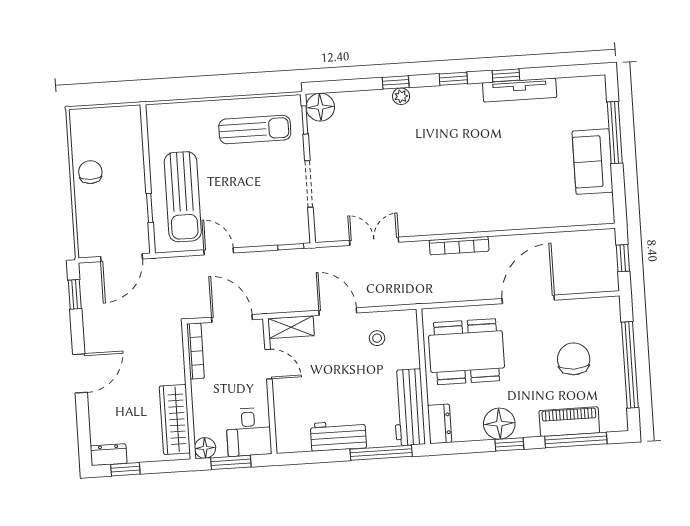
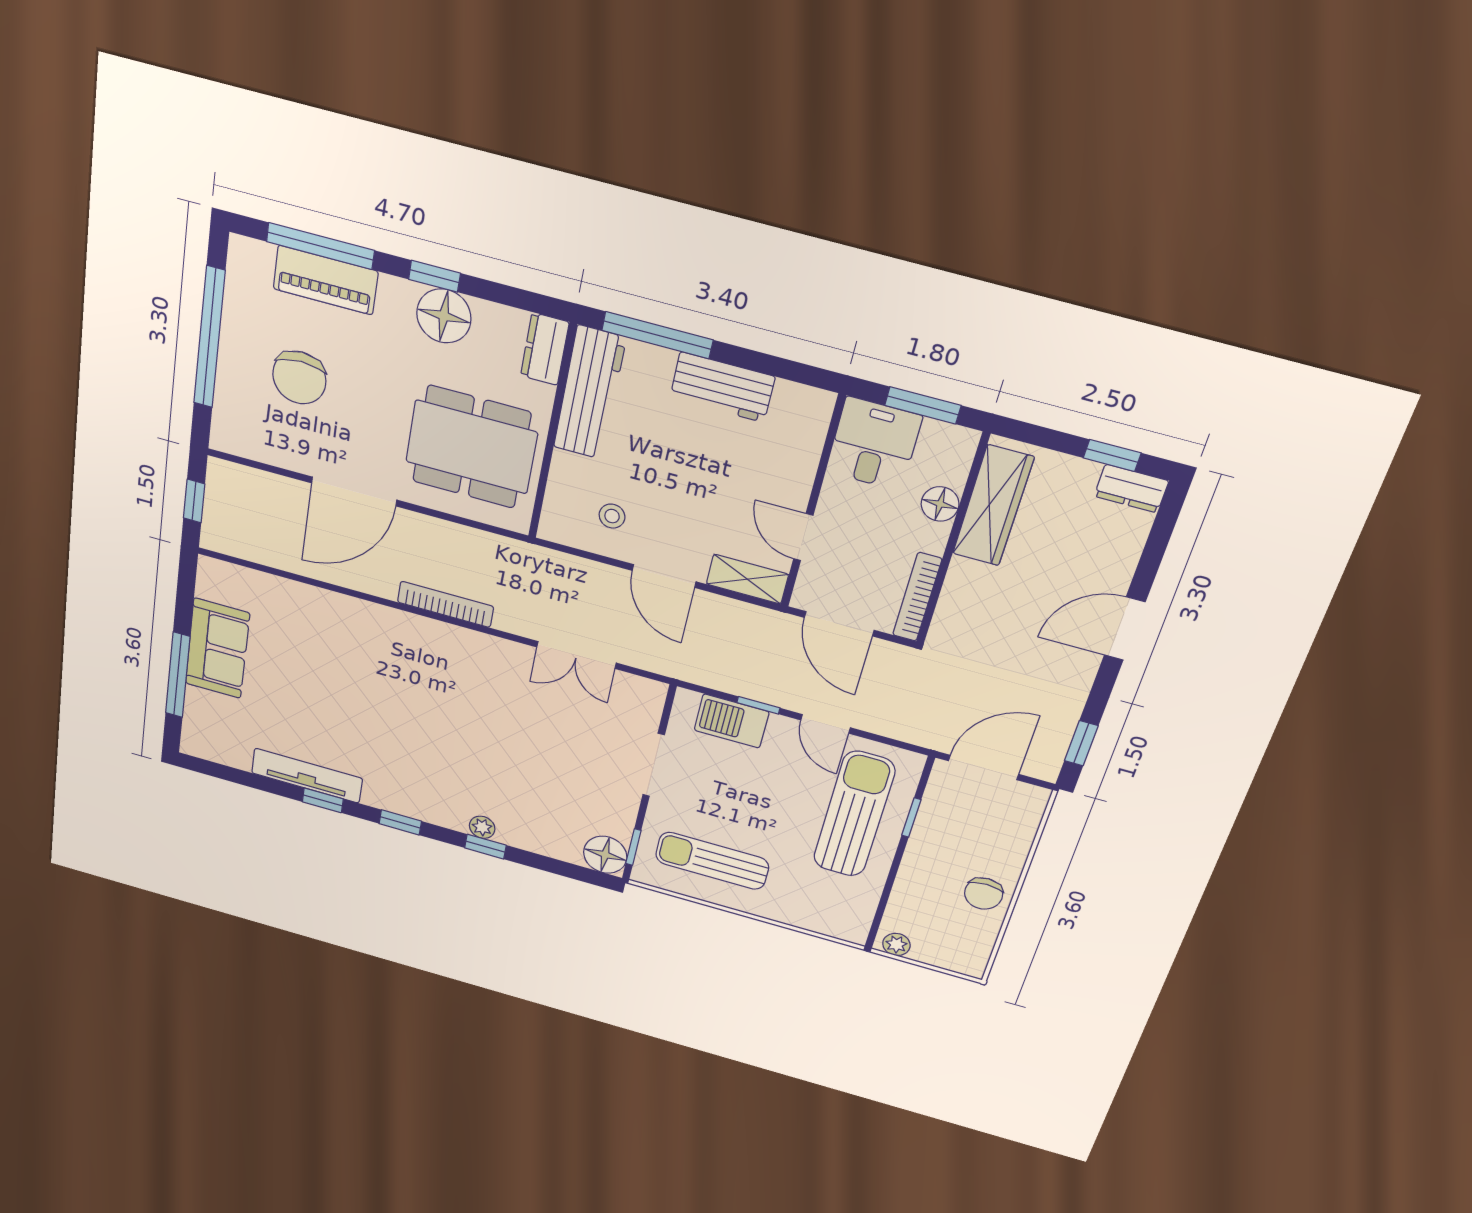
plant: (127, 114) -> (896, 944), added
barbecue: (272, 232) -> (732, 721), added
window: (291, 247) -> (758, 705), moved
floor lamp: (205, 448) -> (940, 504), moved

